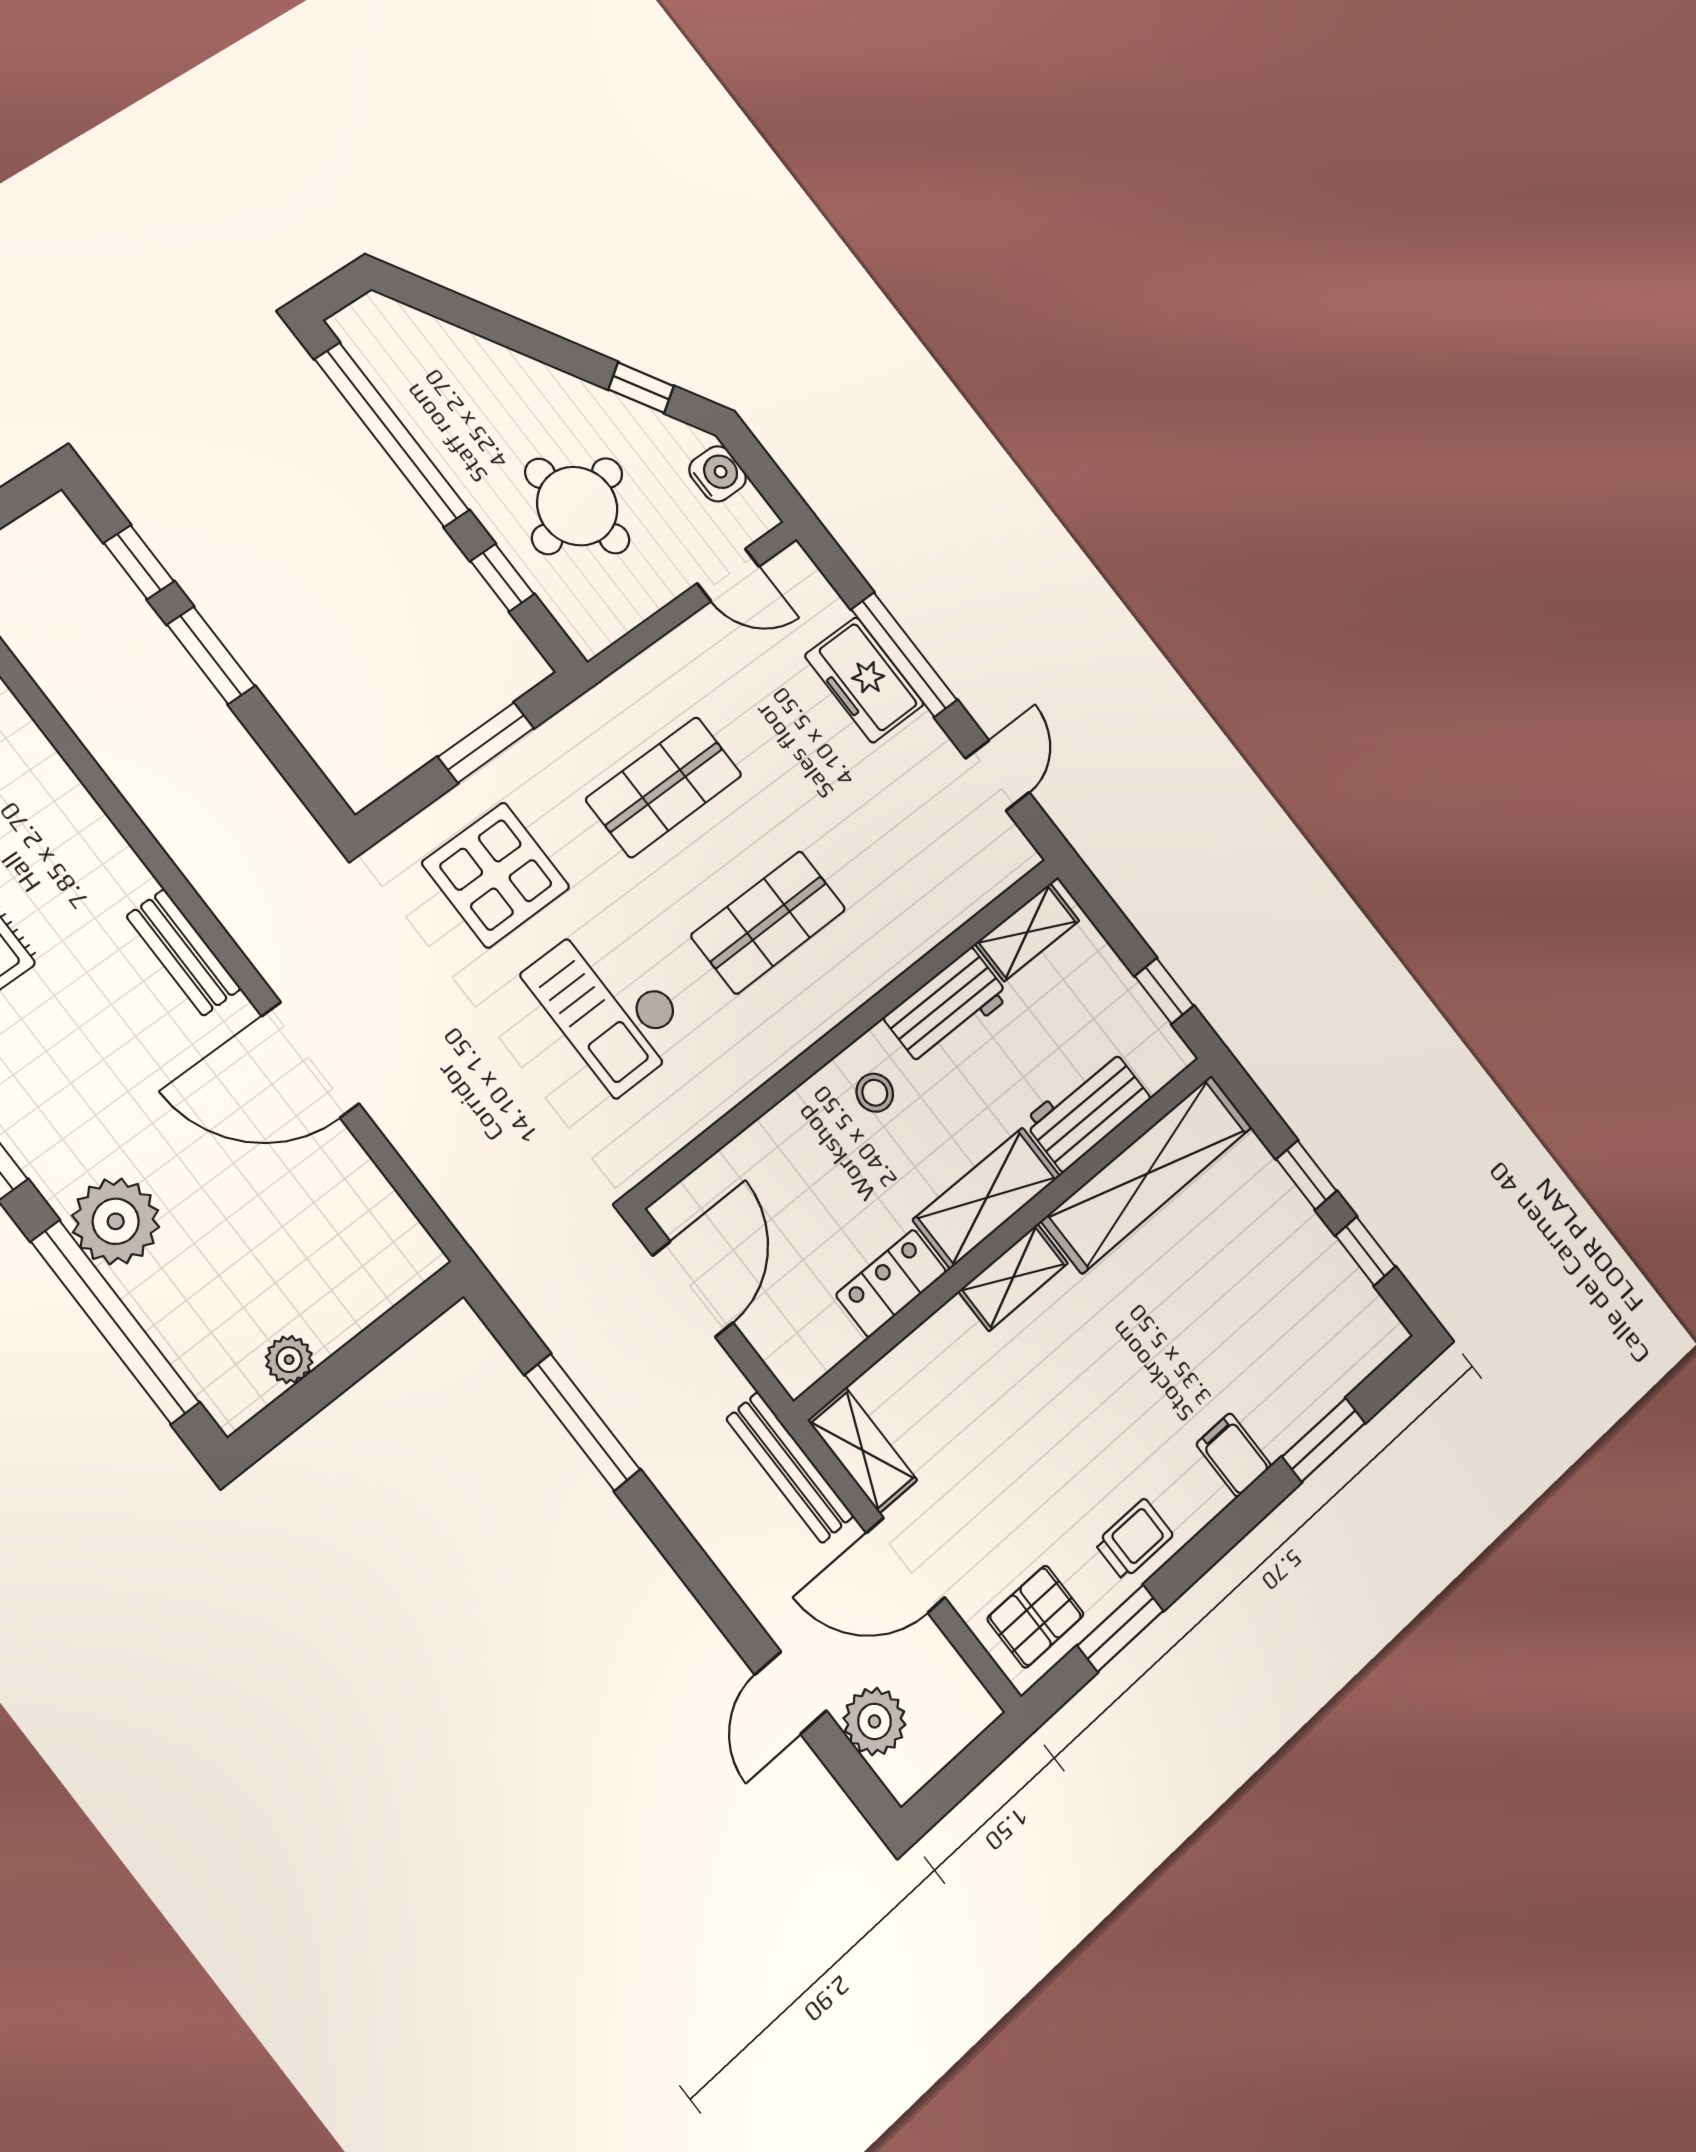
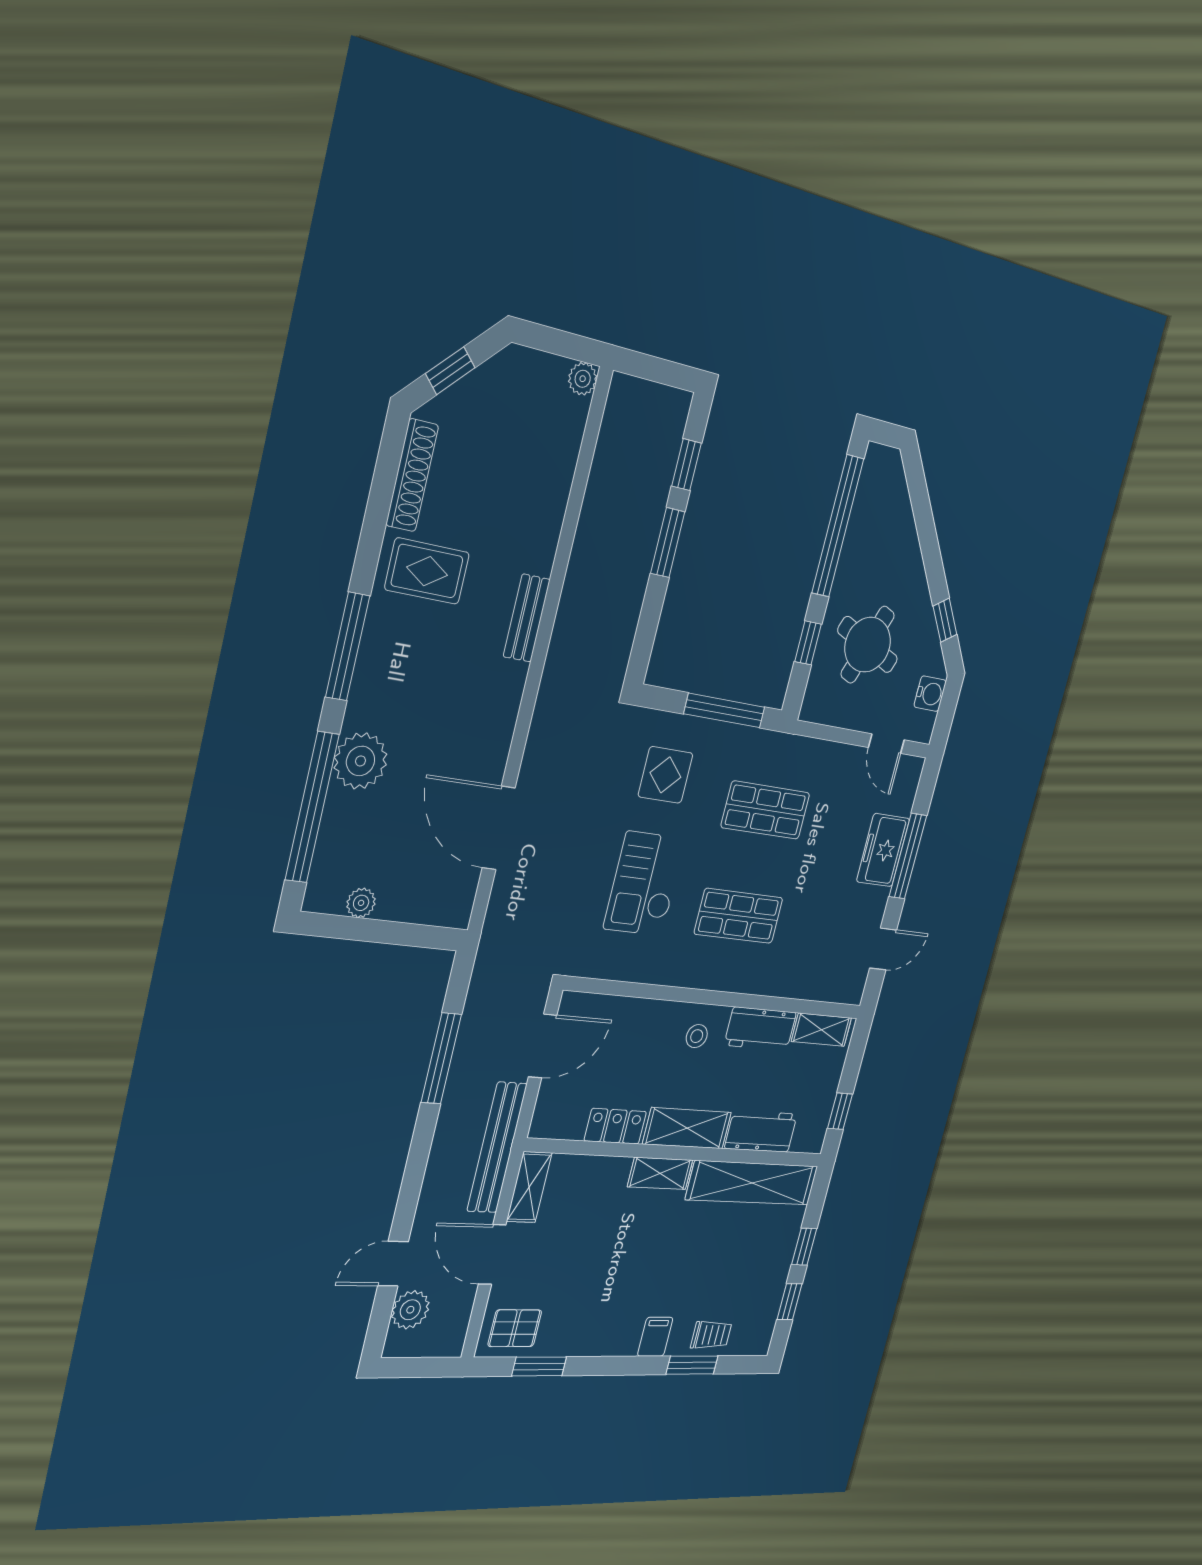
round table: (577, 506) -> (868, 645), turned 34
window: (486, 743) -> (724, 710), width x1.44
display table: (496, 875) -> (665, 775), width x0.73, depth x0.73
bench: (184, 952) -> (527, 618), moved
door: (310, 1060) -> (499, 828), moved
bench: (790, 1467) -> (497, 1148), width x1.37, depth x1.21
trolley: (1134, 1539) -> (711, 1335), moved

